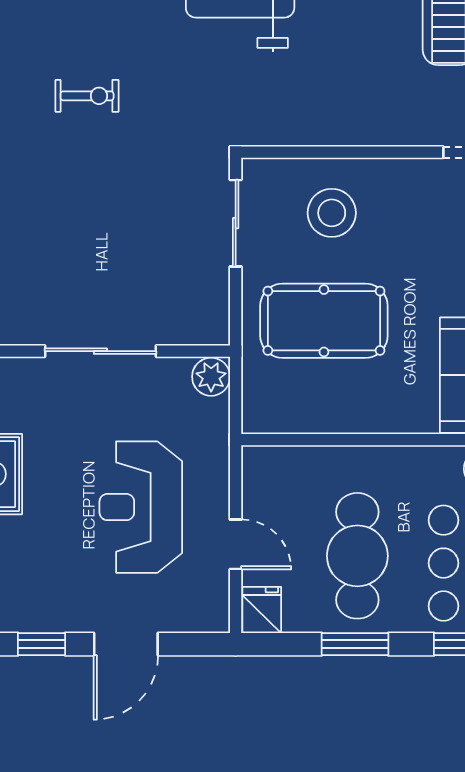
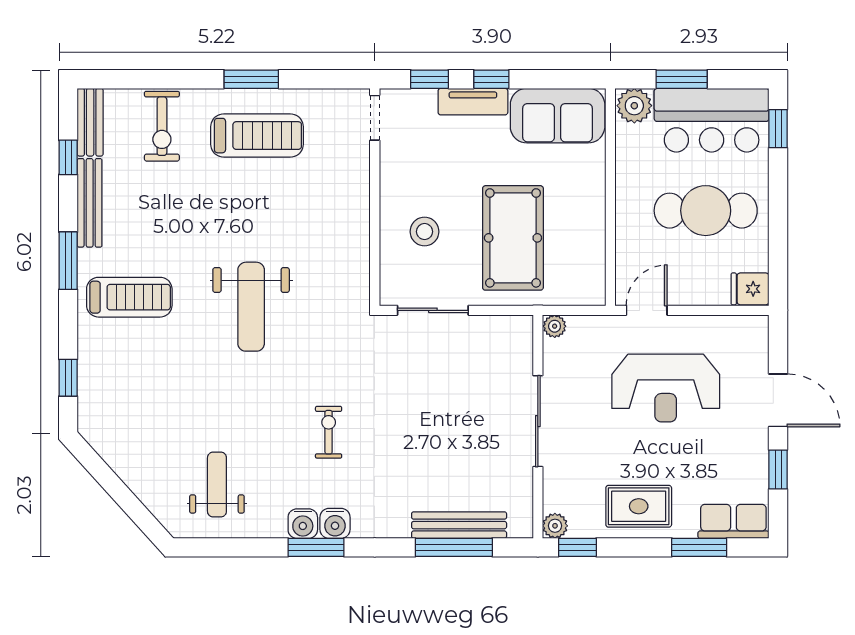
stool: (332, 213) -> (425, 232), width x0.73, depth x0.73
plant: (211, 377) -> (555, 326), width x0.73, depth x0.73
door: (236, 544) -> (647, 310), moved
window: (355, 644) -> (778, 212), removed

